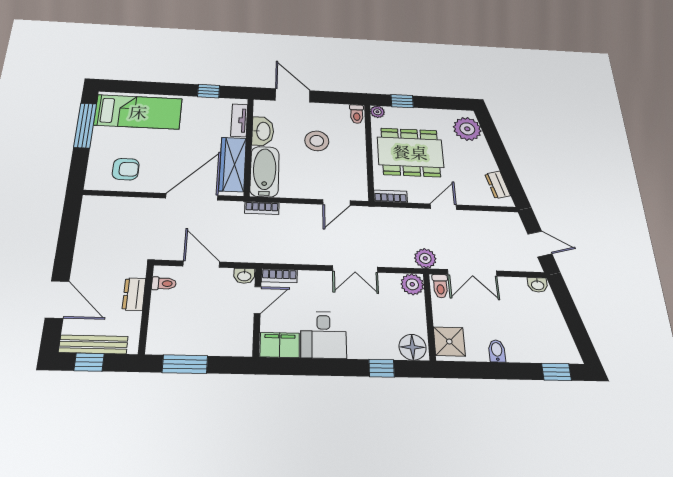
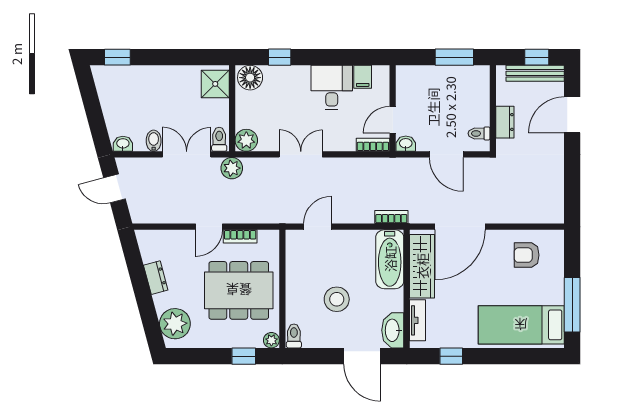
washbasin: (263, 131) -> (393, 330), moved
dresser: (498, 185) -> (156, 278), moved
bookcase: (390, 196) -> (240, 236), moved
door: (57, 299) -> (572, 115), hinge flipped
filing cabinet: (280, 345) -> (363, 77), width x0.50
bidet: (497, 351) -> (154, 141), moved, turned 180

